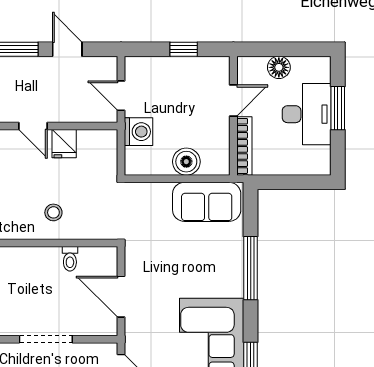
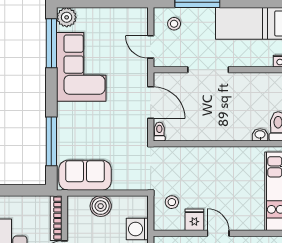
stool: (53, 212) -> (172, 202), moved
toilet: (70, 259) -> (159, 132), moved
window: (251, 268) -> (51, 141), moved

